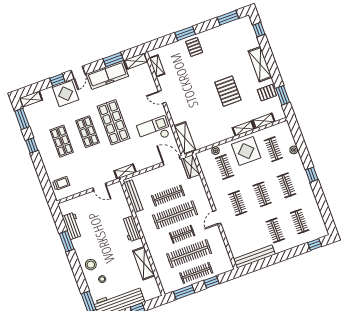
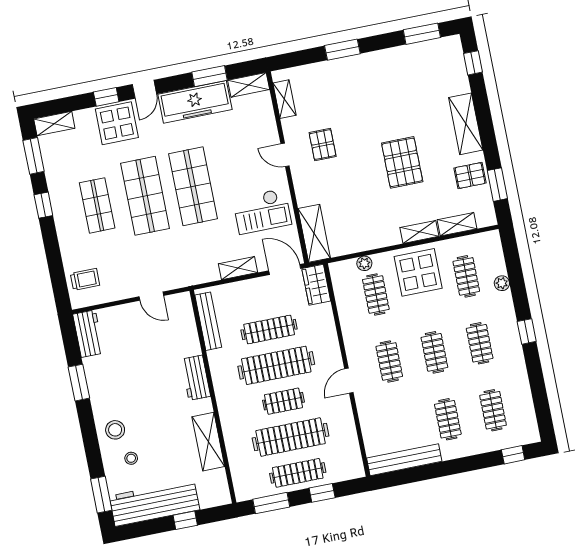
pallet: (194, 47) -> (323, 145), moved
checkout: (154, 130) -> (262, 211), turned 180
shop shelf: (88, 132) -> (145, 196), width x1.43, depth x1.36
shelving: (125, 171) -> (238, 268), moved
workbench: (72, 226) -> (88, 334), moved

